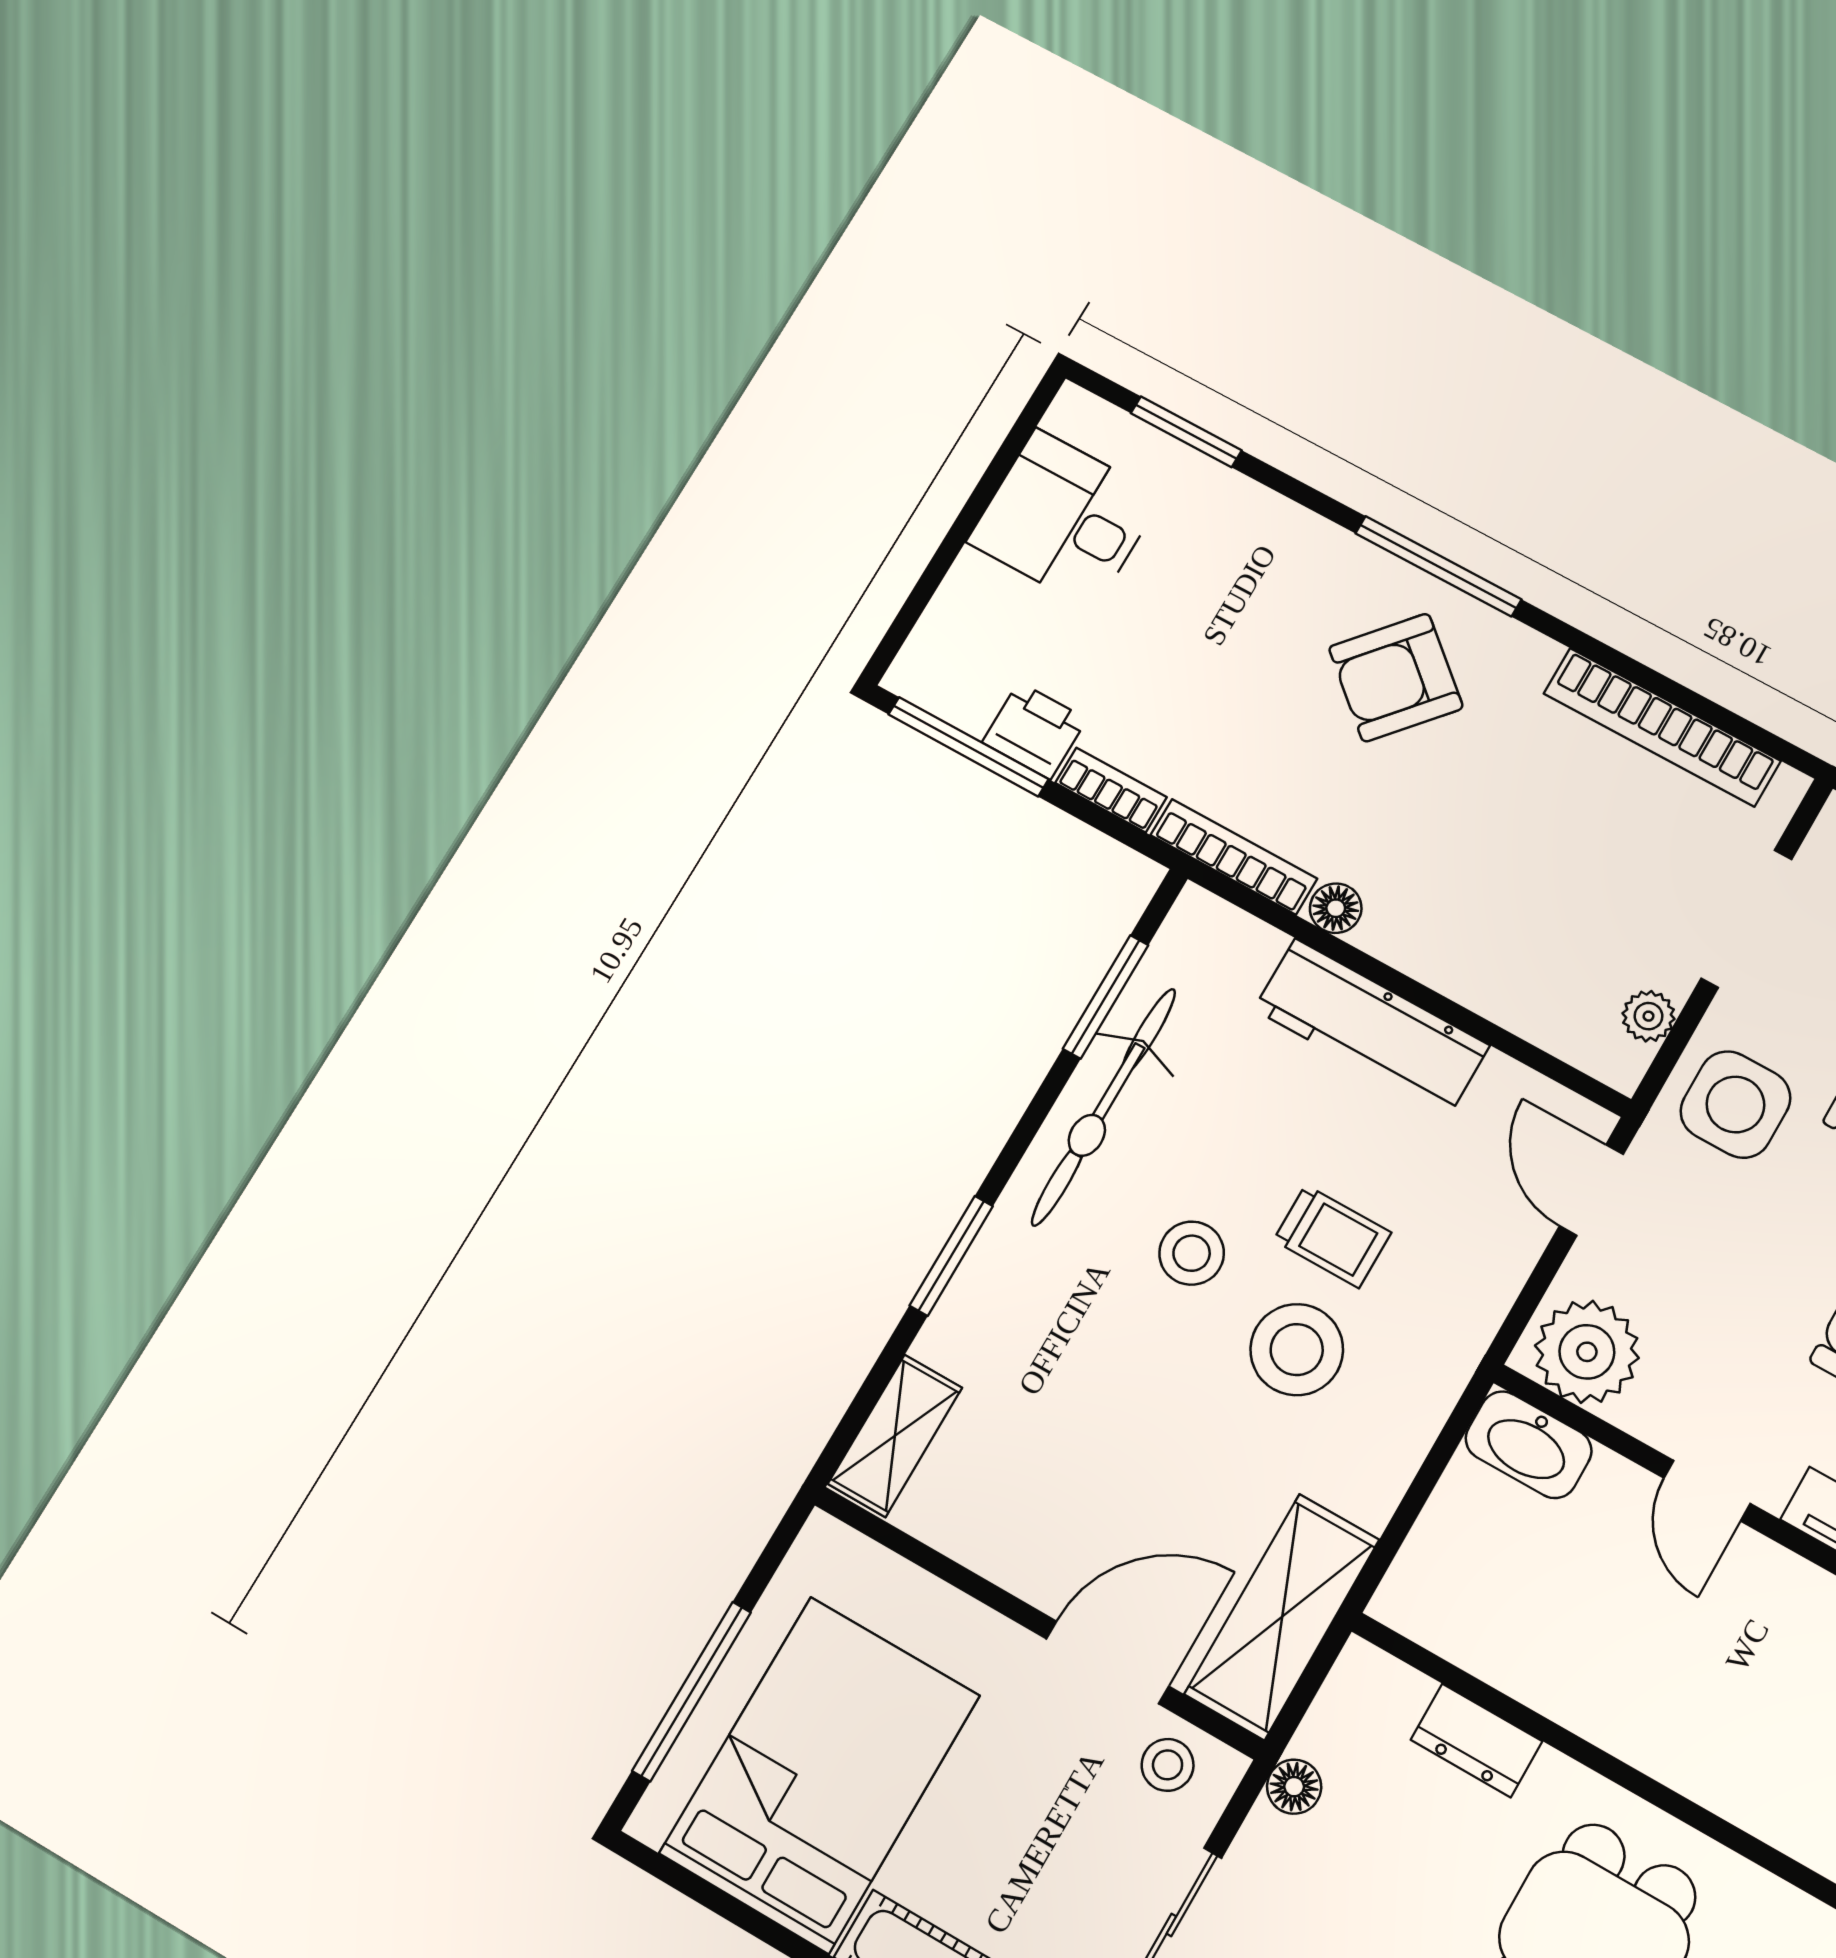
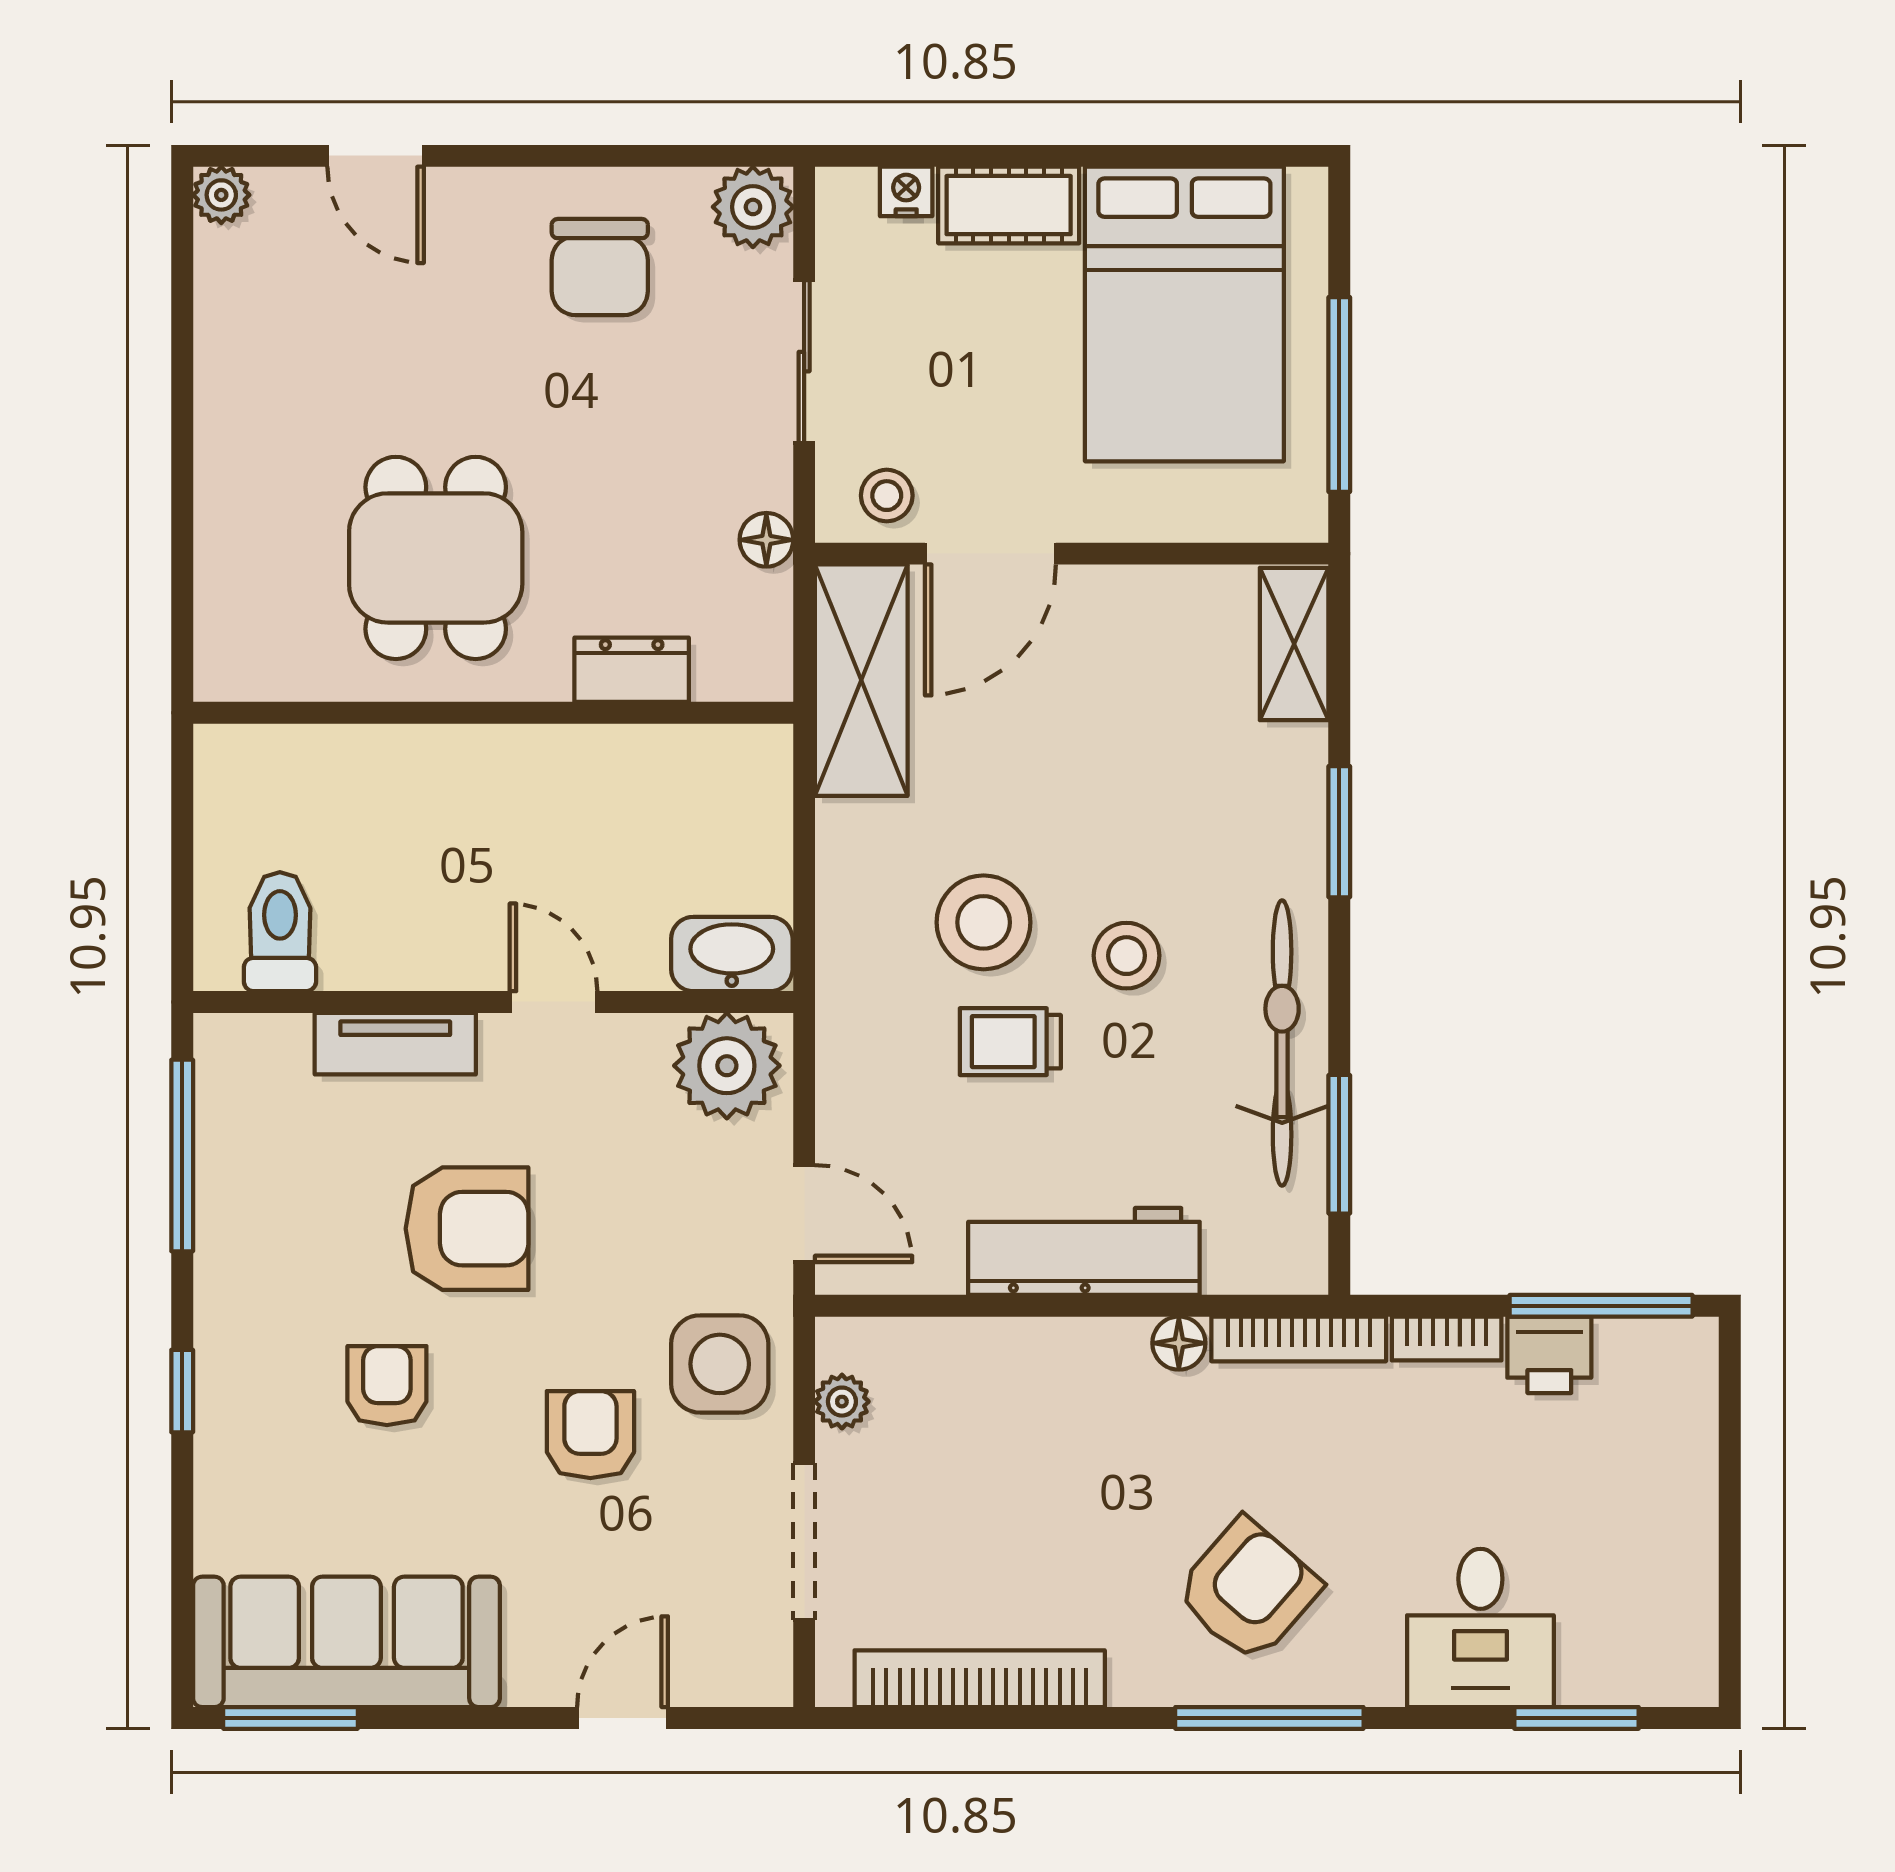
desk: (1065, 519) -> (1480, 1628), moved, turned 90
window: (692, 1691) -> (1339, 394), moved

